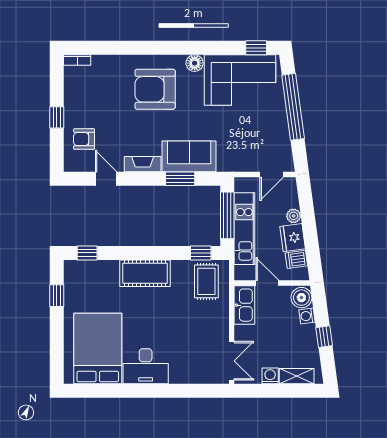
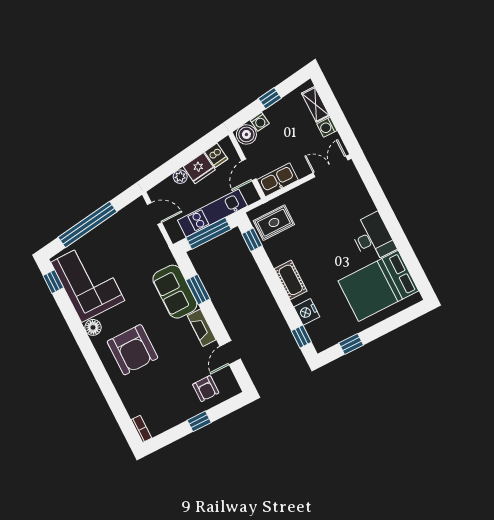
nightstand: (108, 270) -> (307, 312), added
cot: (145, 273) -> (291, 280), width x0.73, depth x0.75

